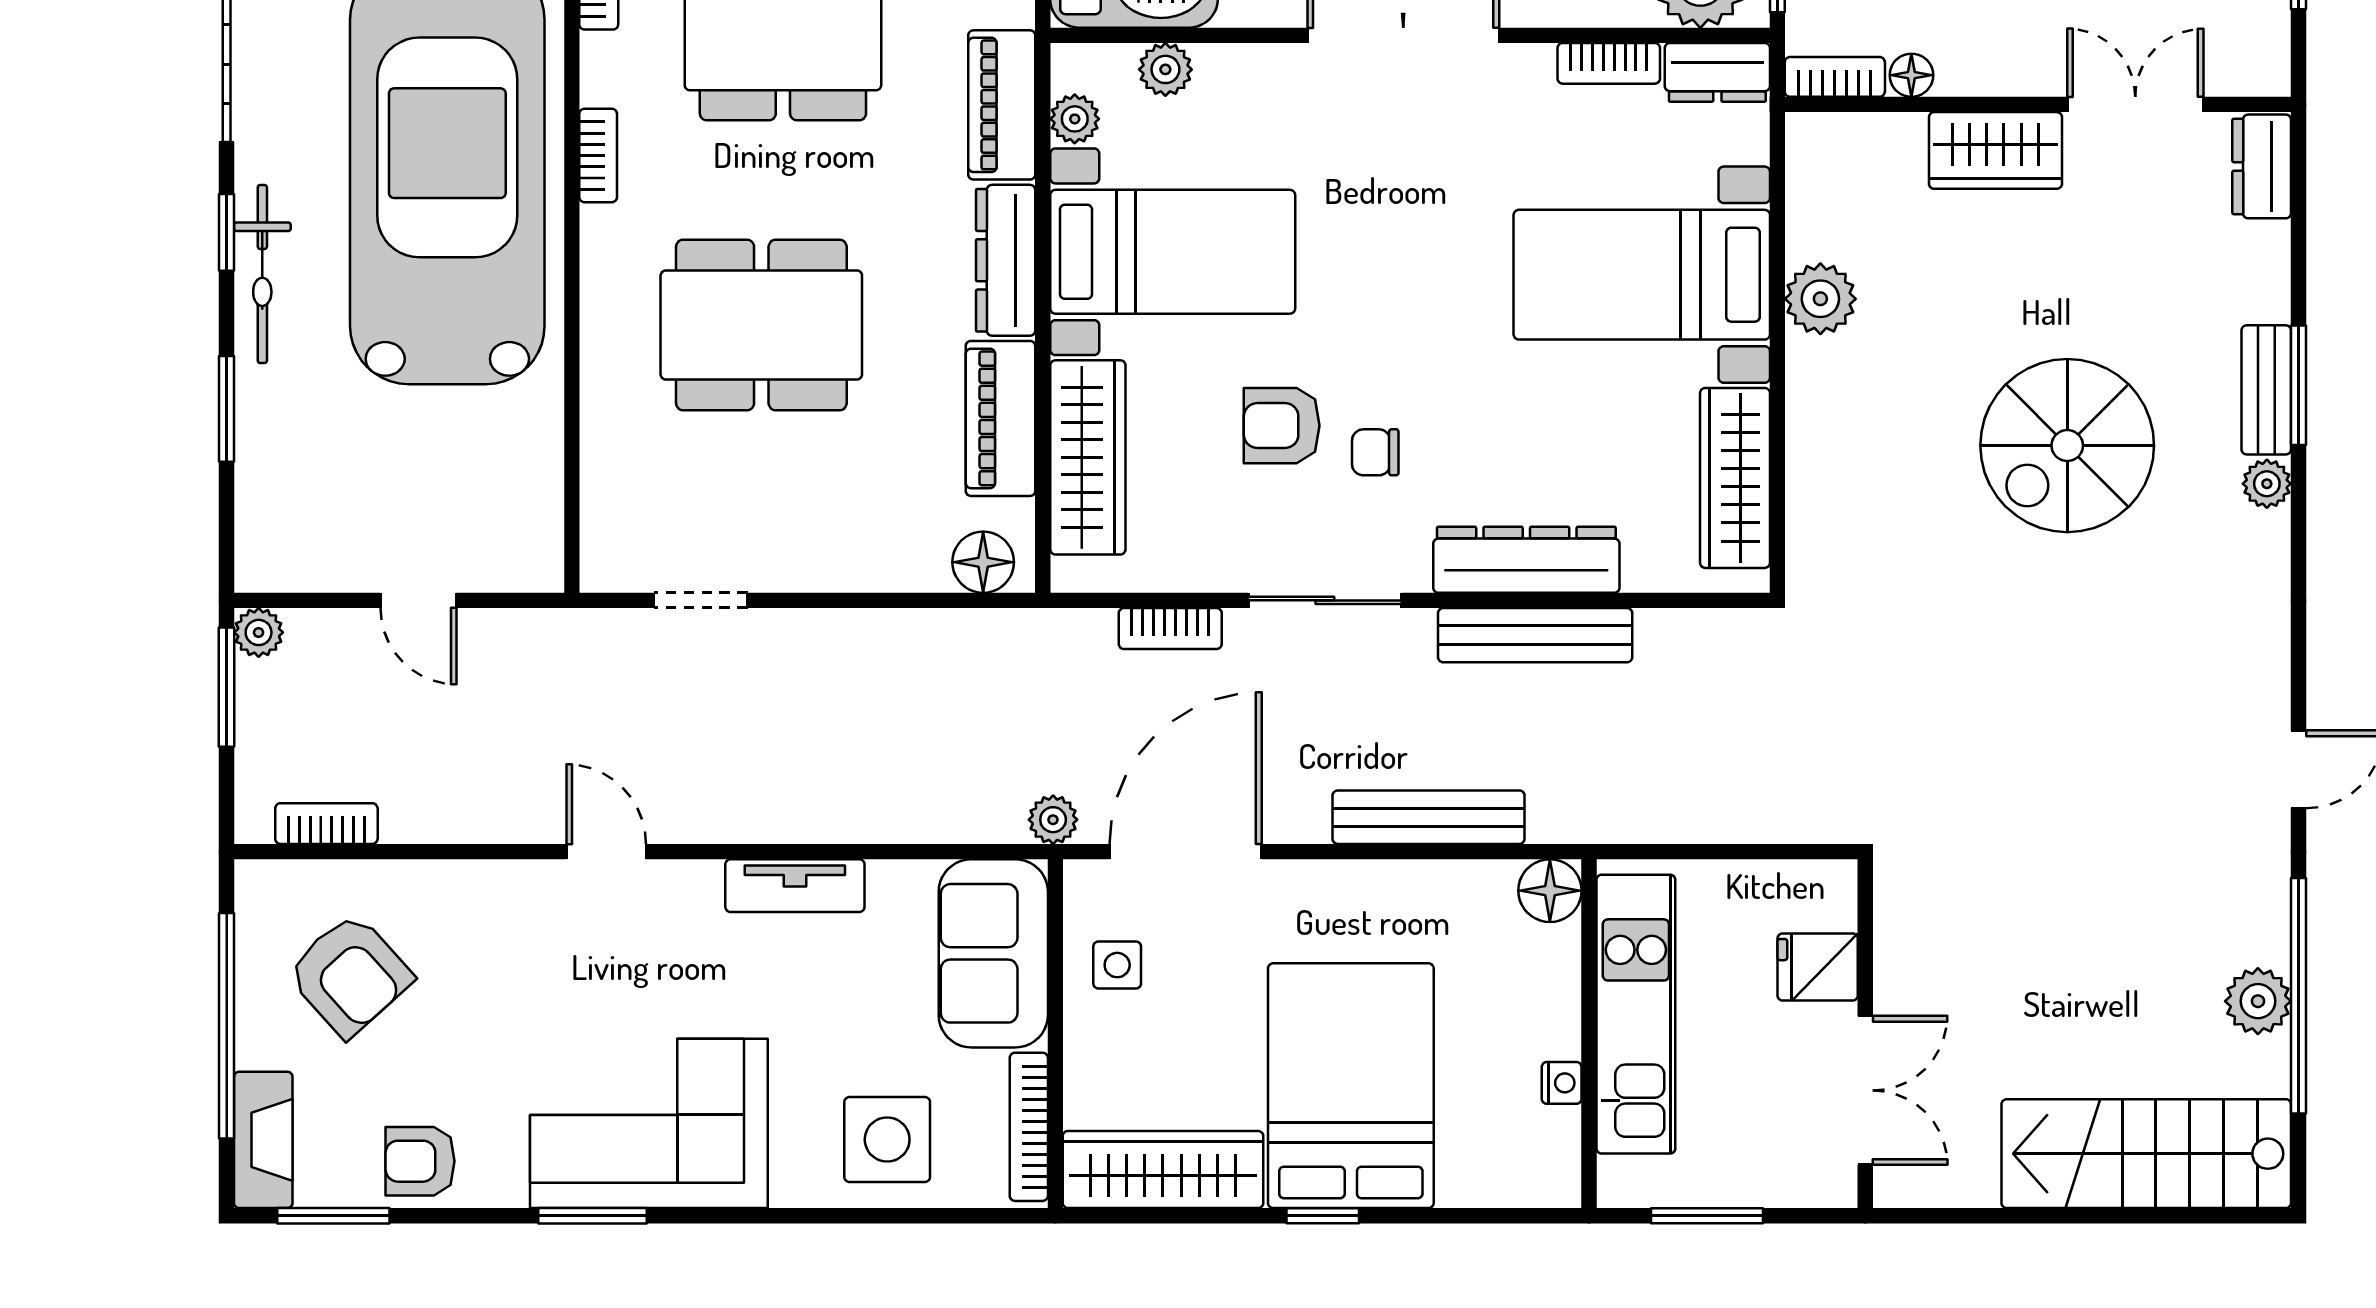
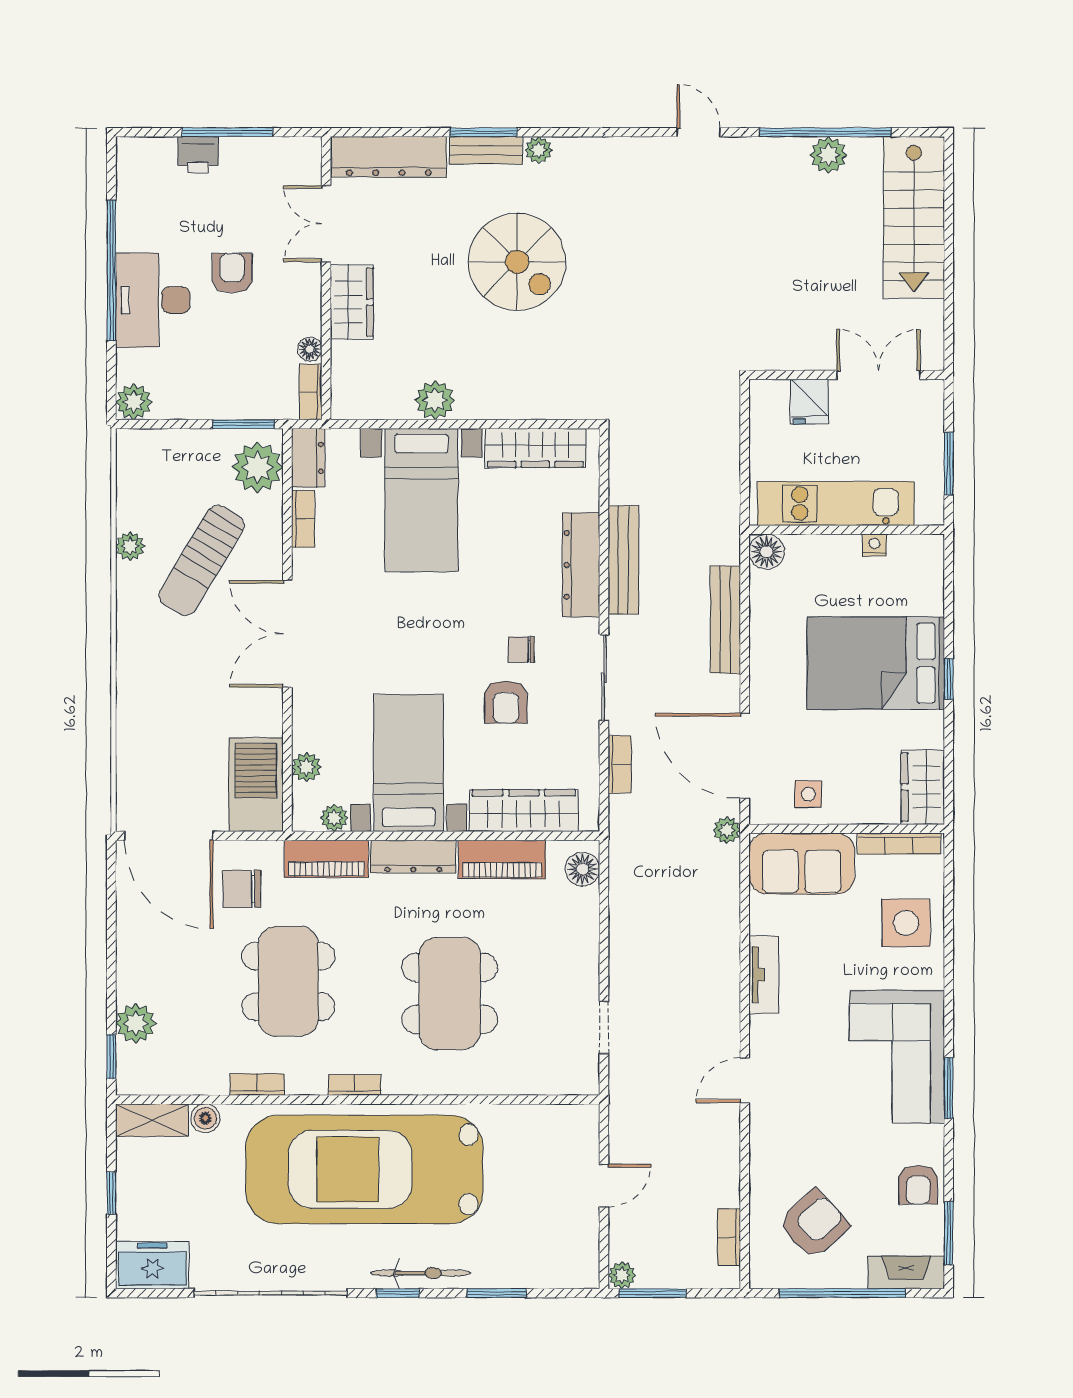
dresser: (2262, 166) -> (389, 157), width x1.96, depth x1.24
chair: (1375, 452) -> (521, 649), turned 90
wardrobe: (1163, 1169) -> (923, 787), width x0.67

